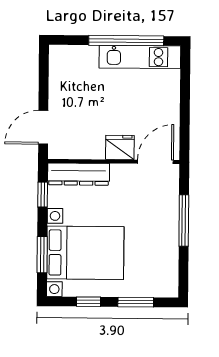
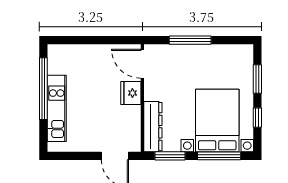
kitchen unit: (140, 57) -> (57, 108), moved
window: (43, 195) -> (170, 156), width x1.50
window: (42, 255) -> (219, 156), width x1.44

